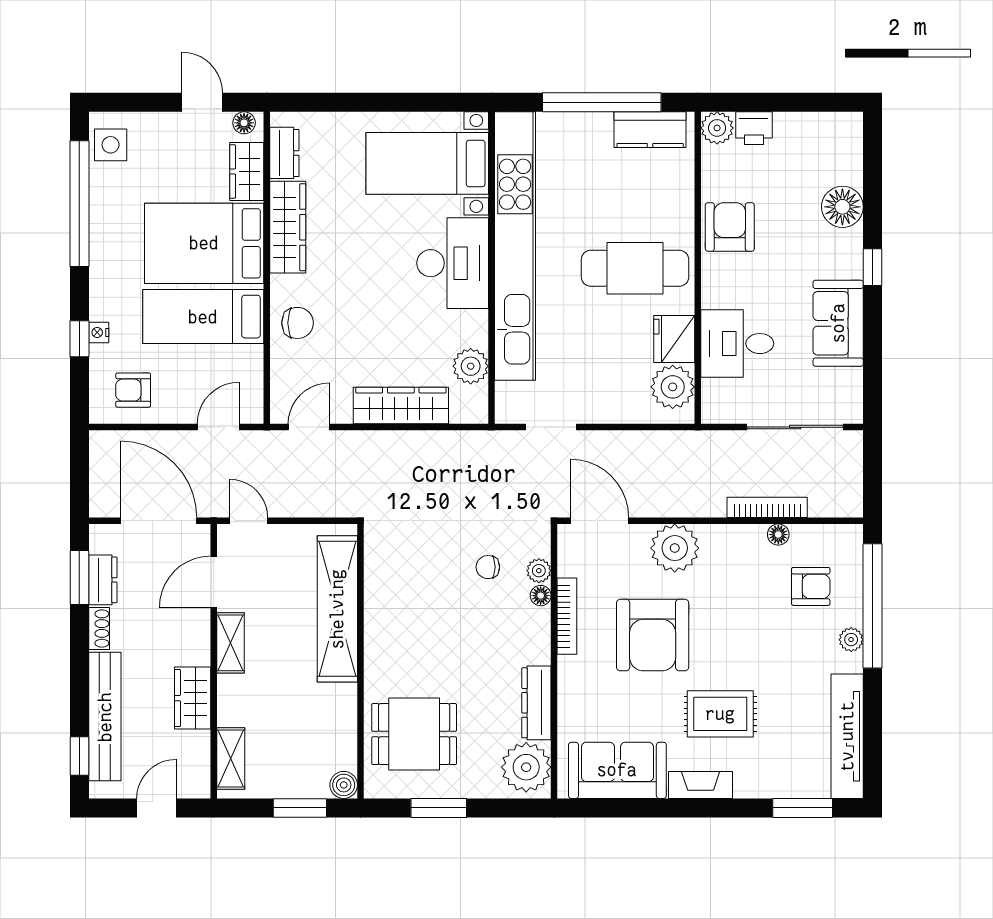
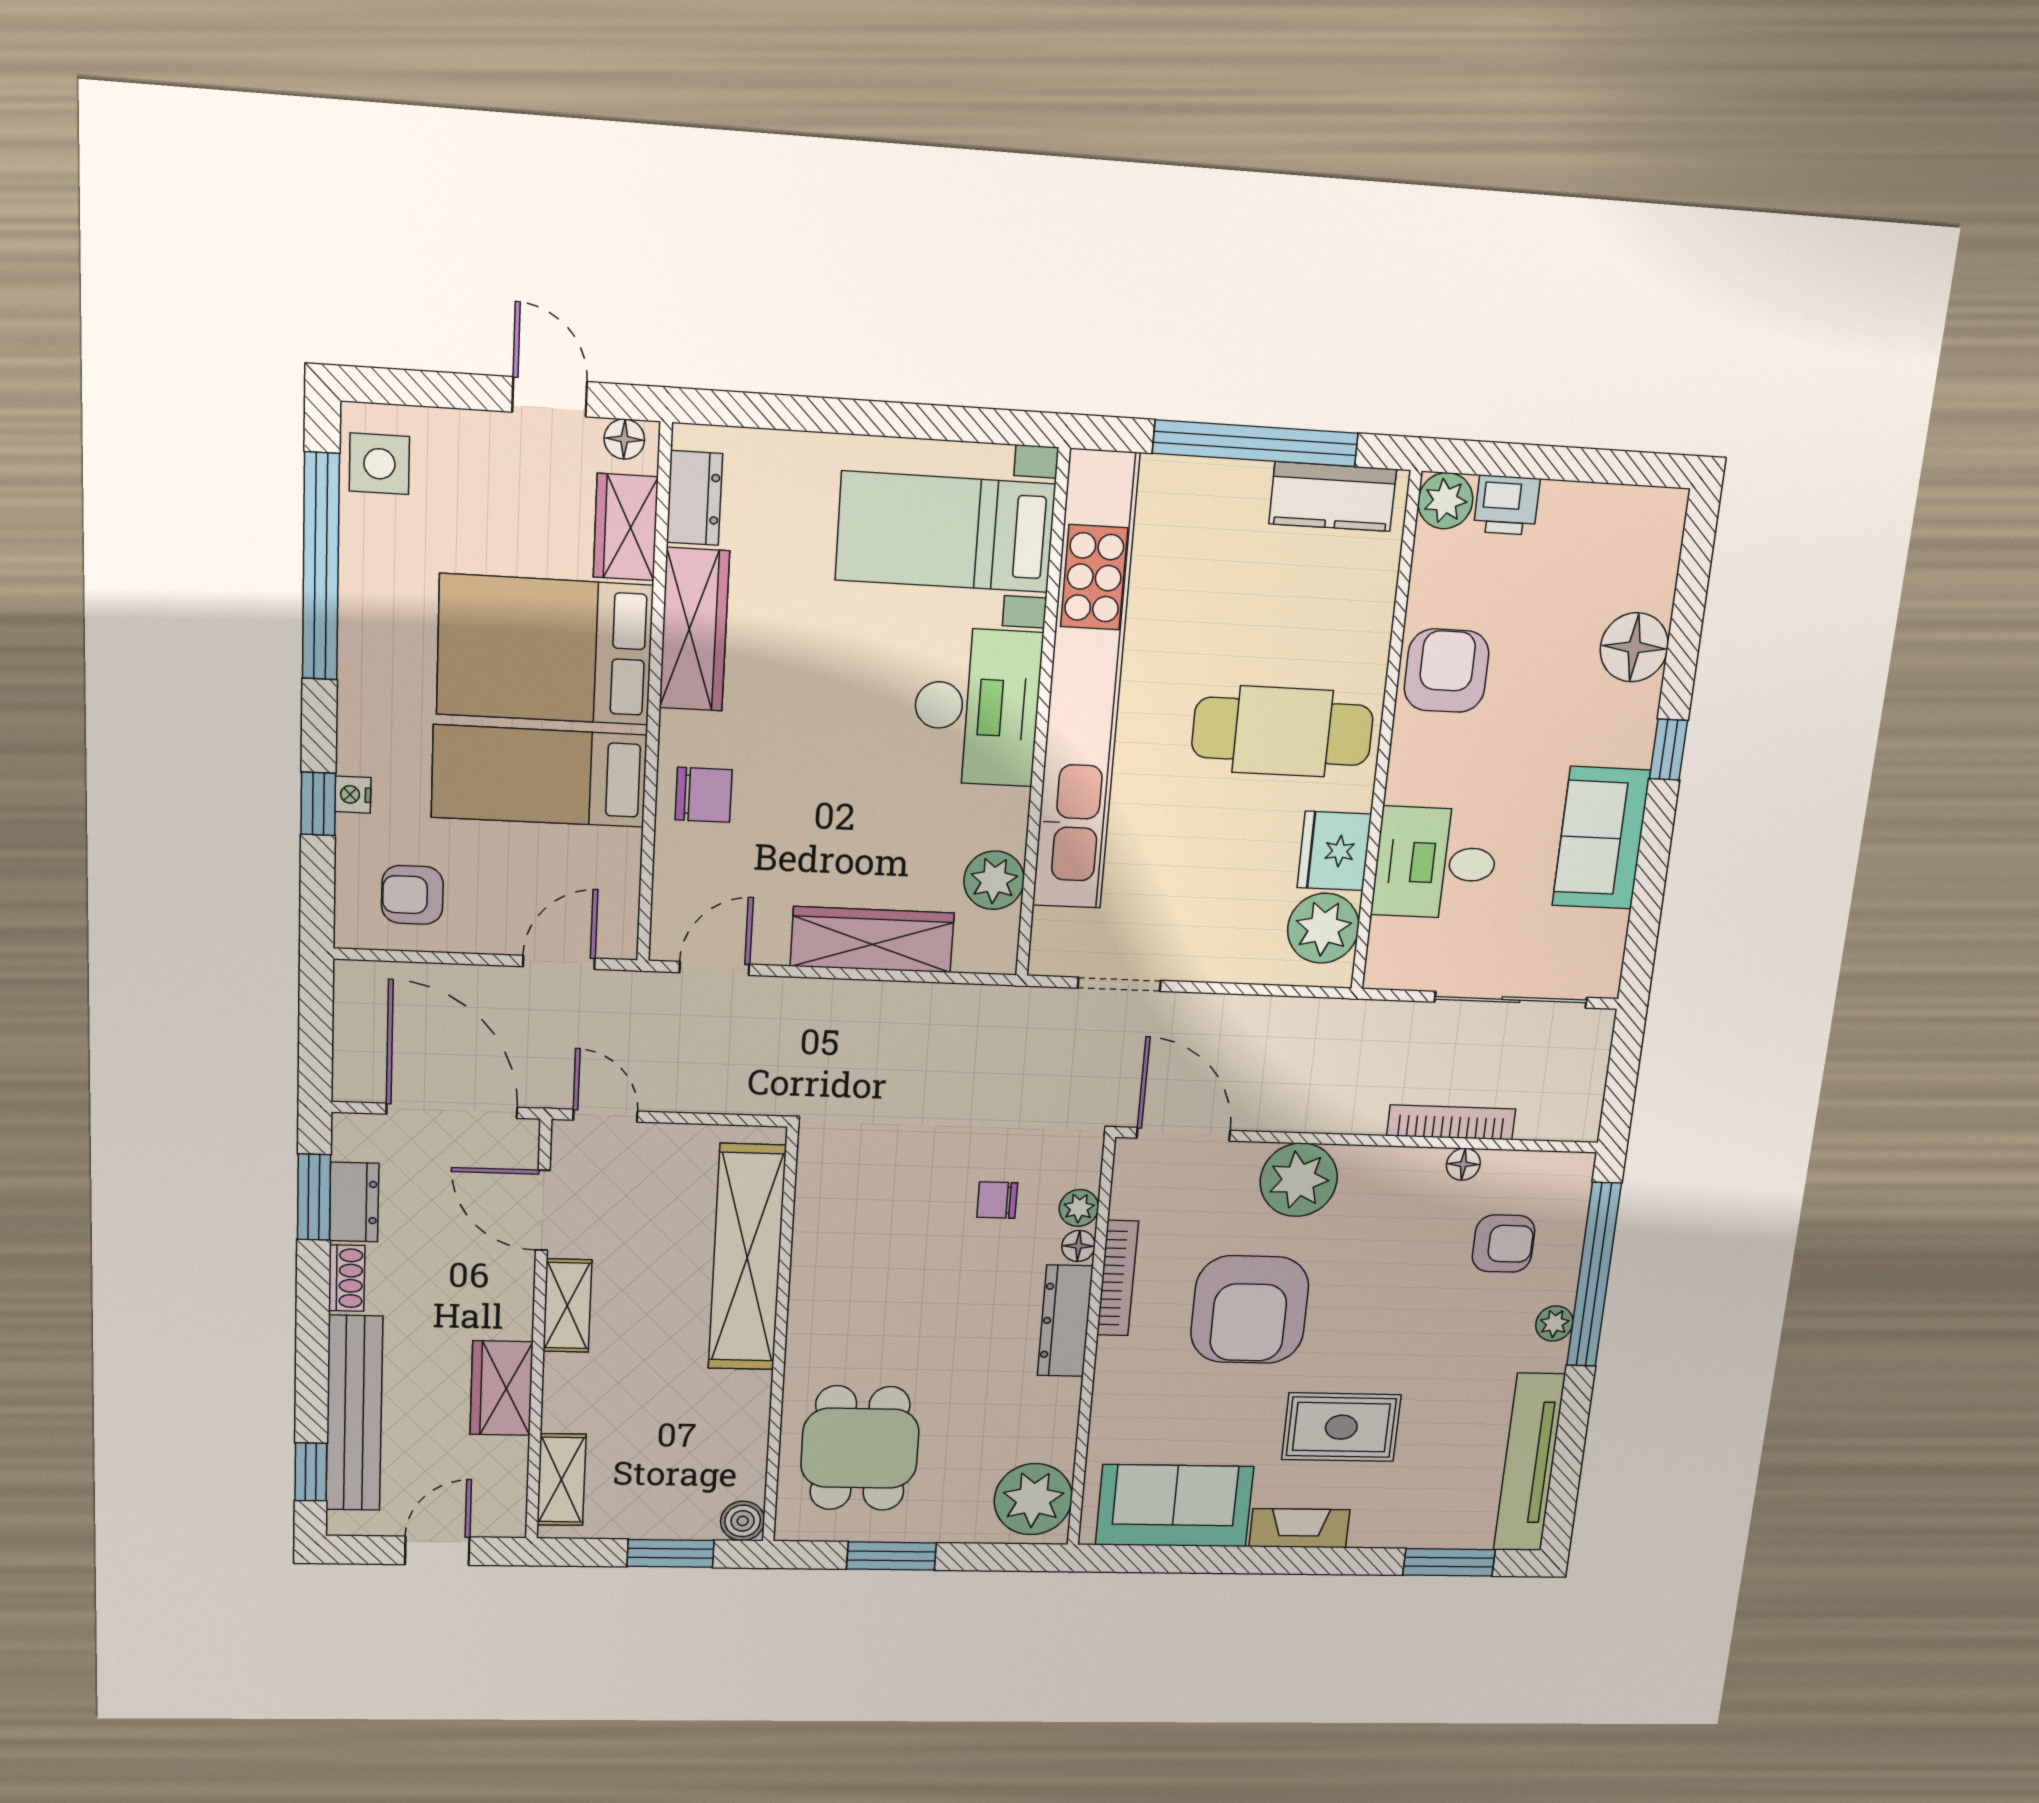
door: (214, 582) -> (543, 1210), hinge flipped
dresser: (536, 703) -> (1065, 1321), moved
dining table: (414, 734) -> (860, 1448), turned 90

